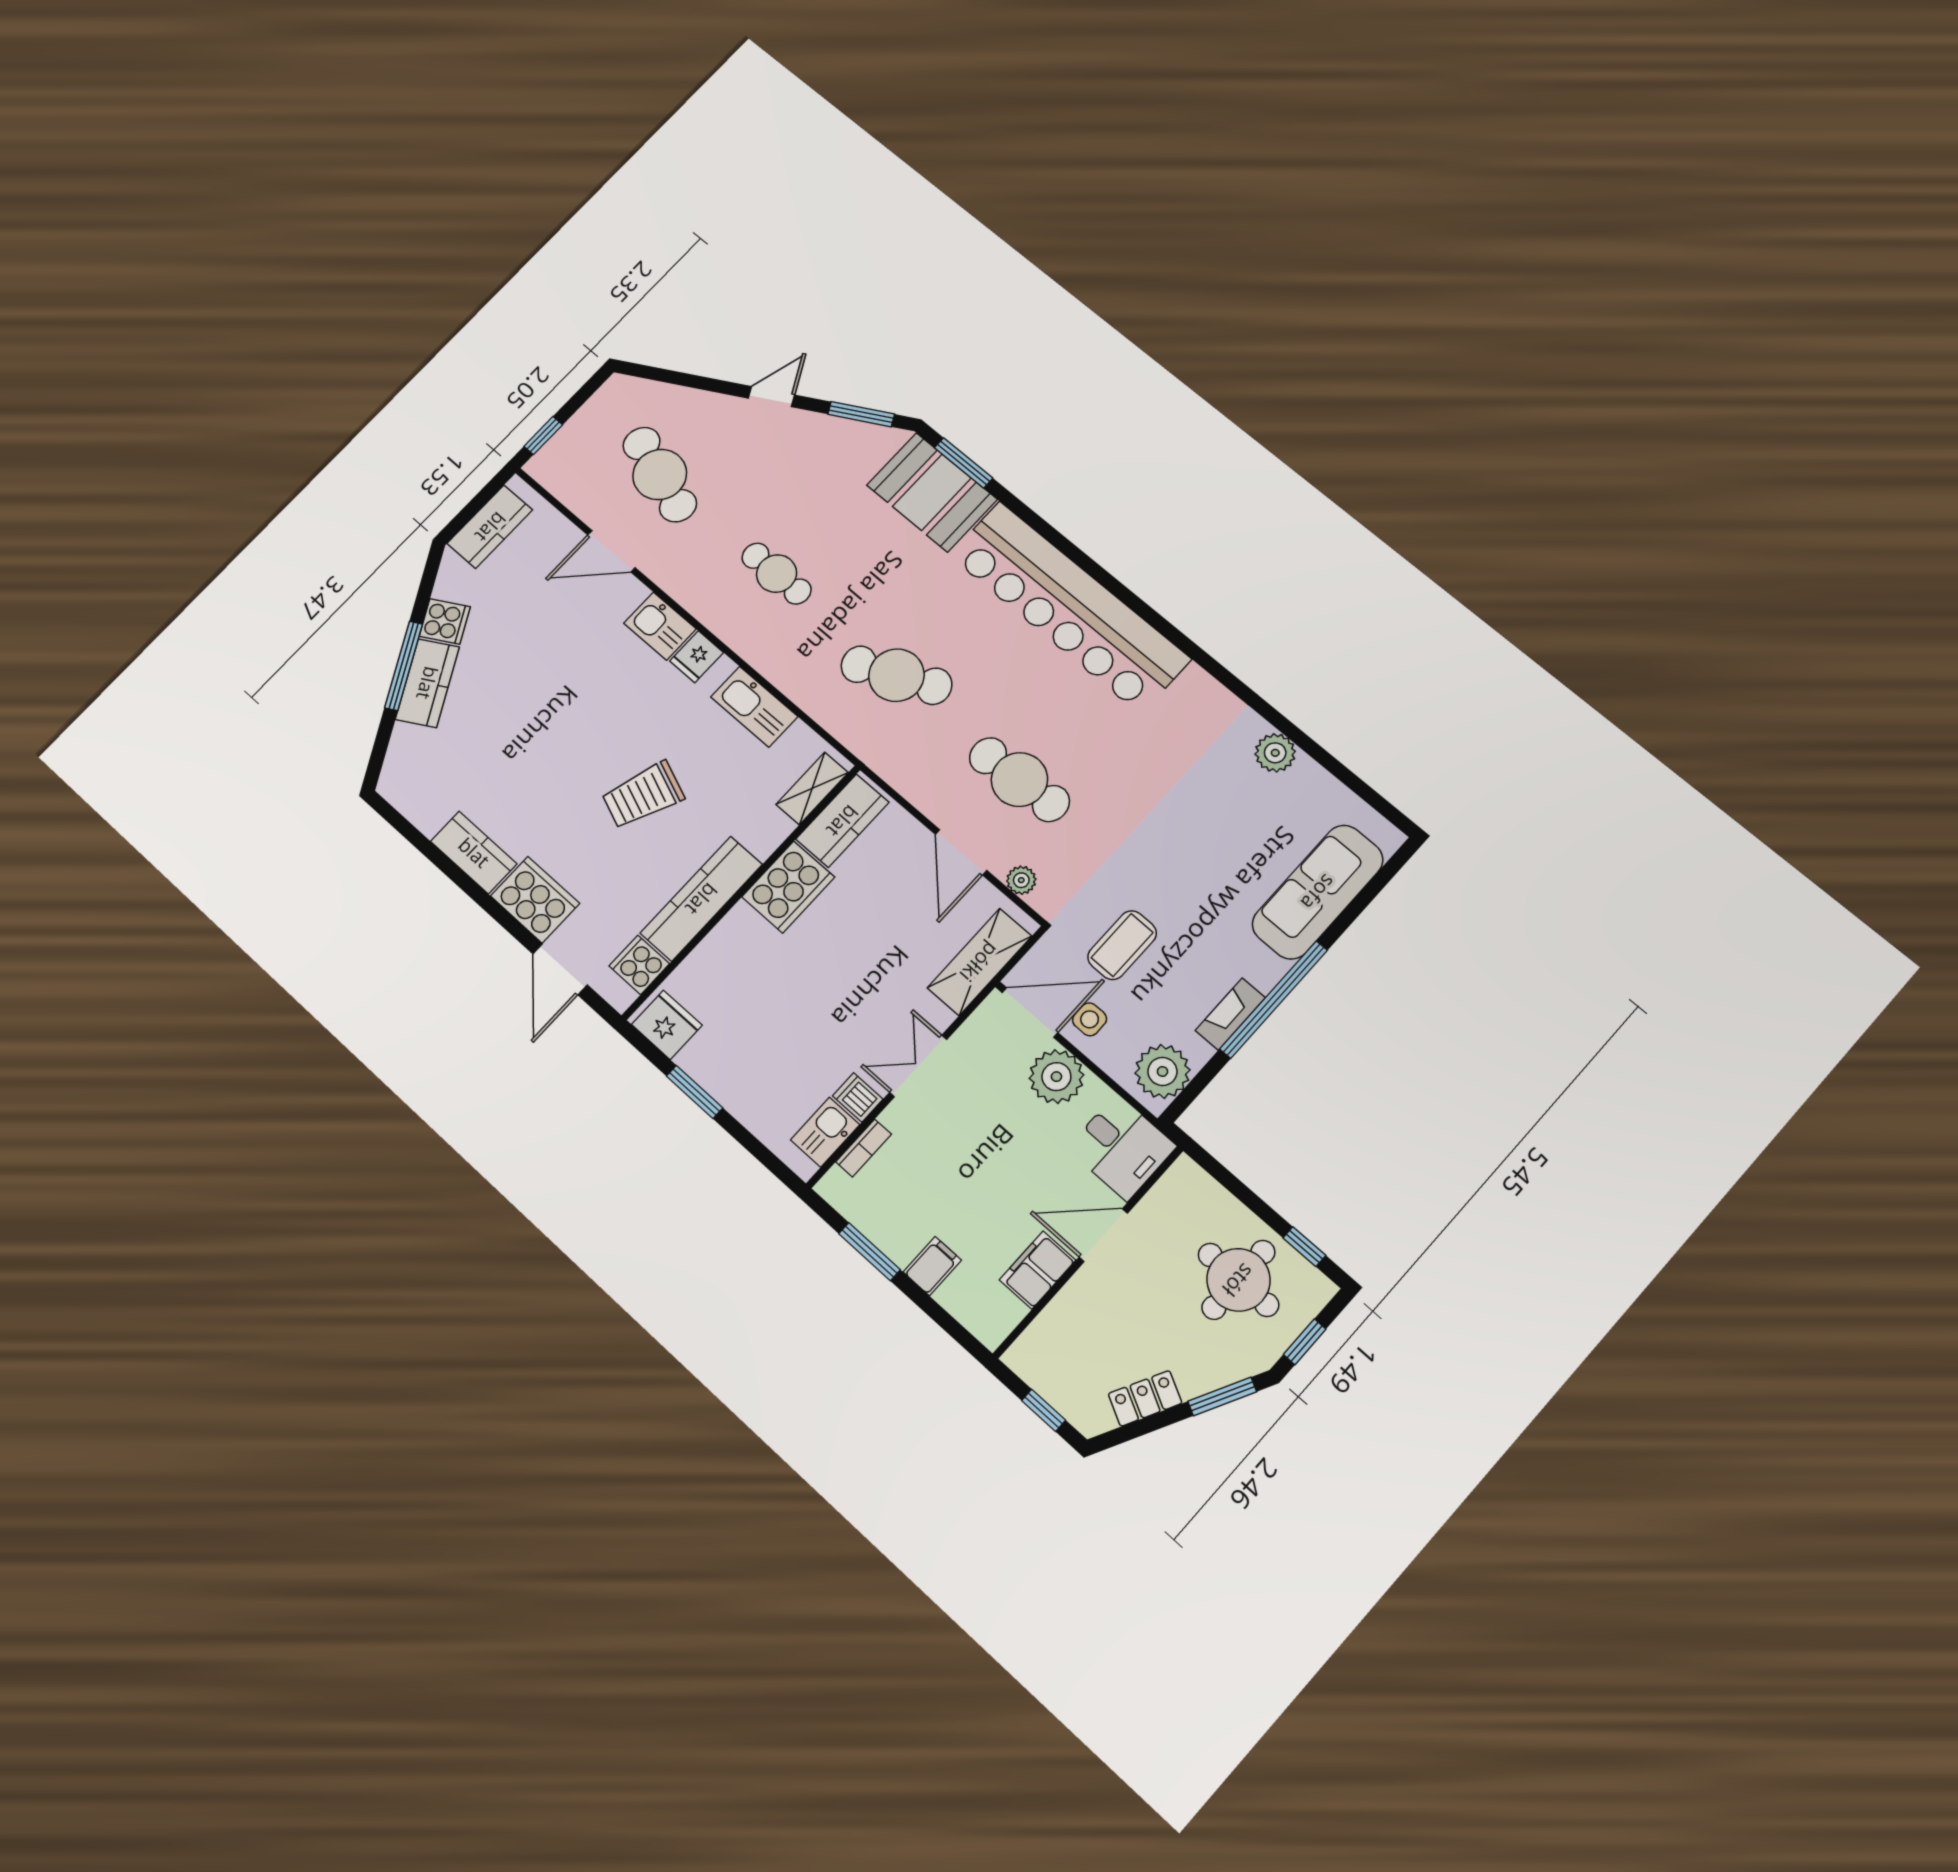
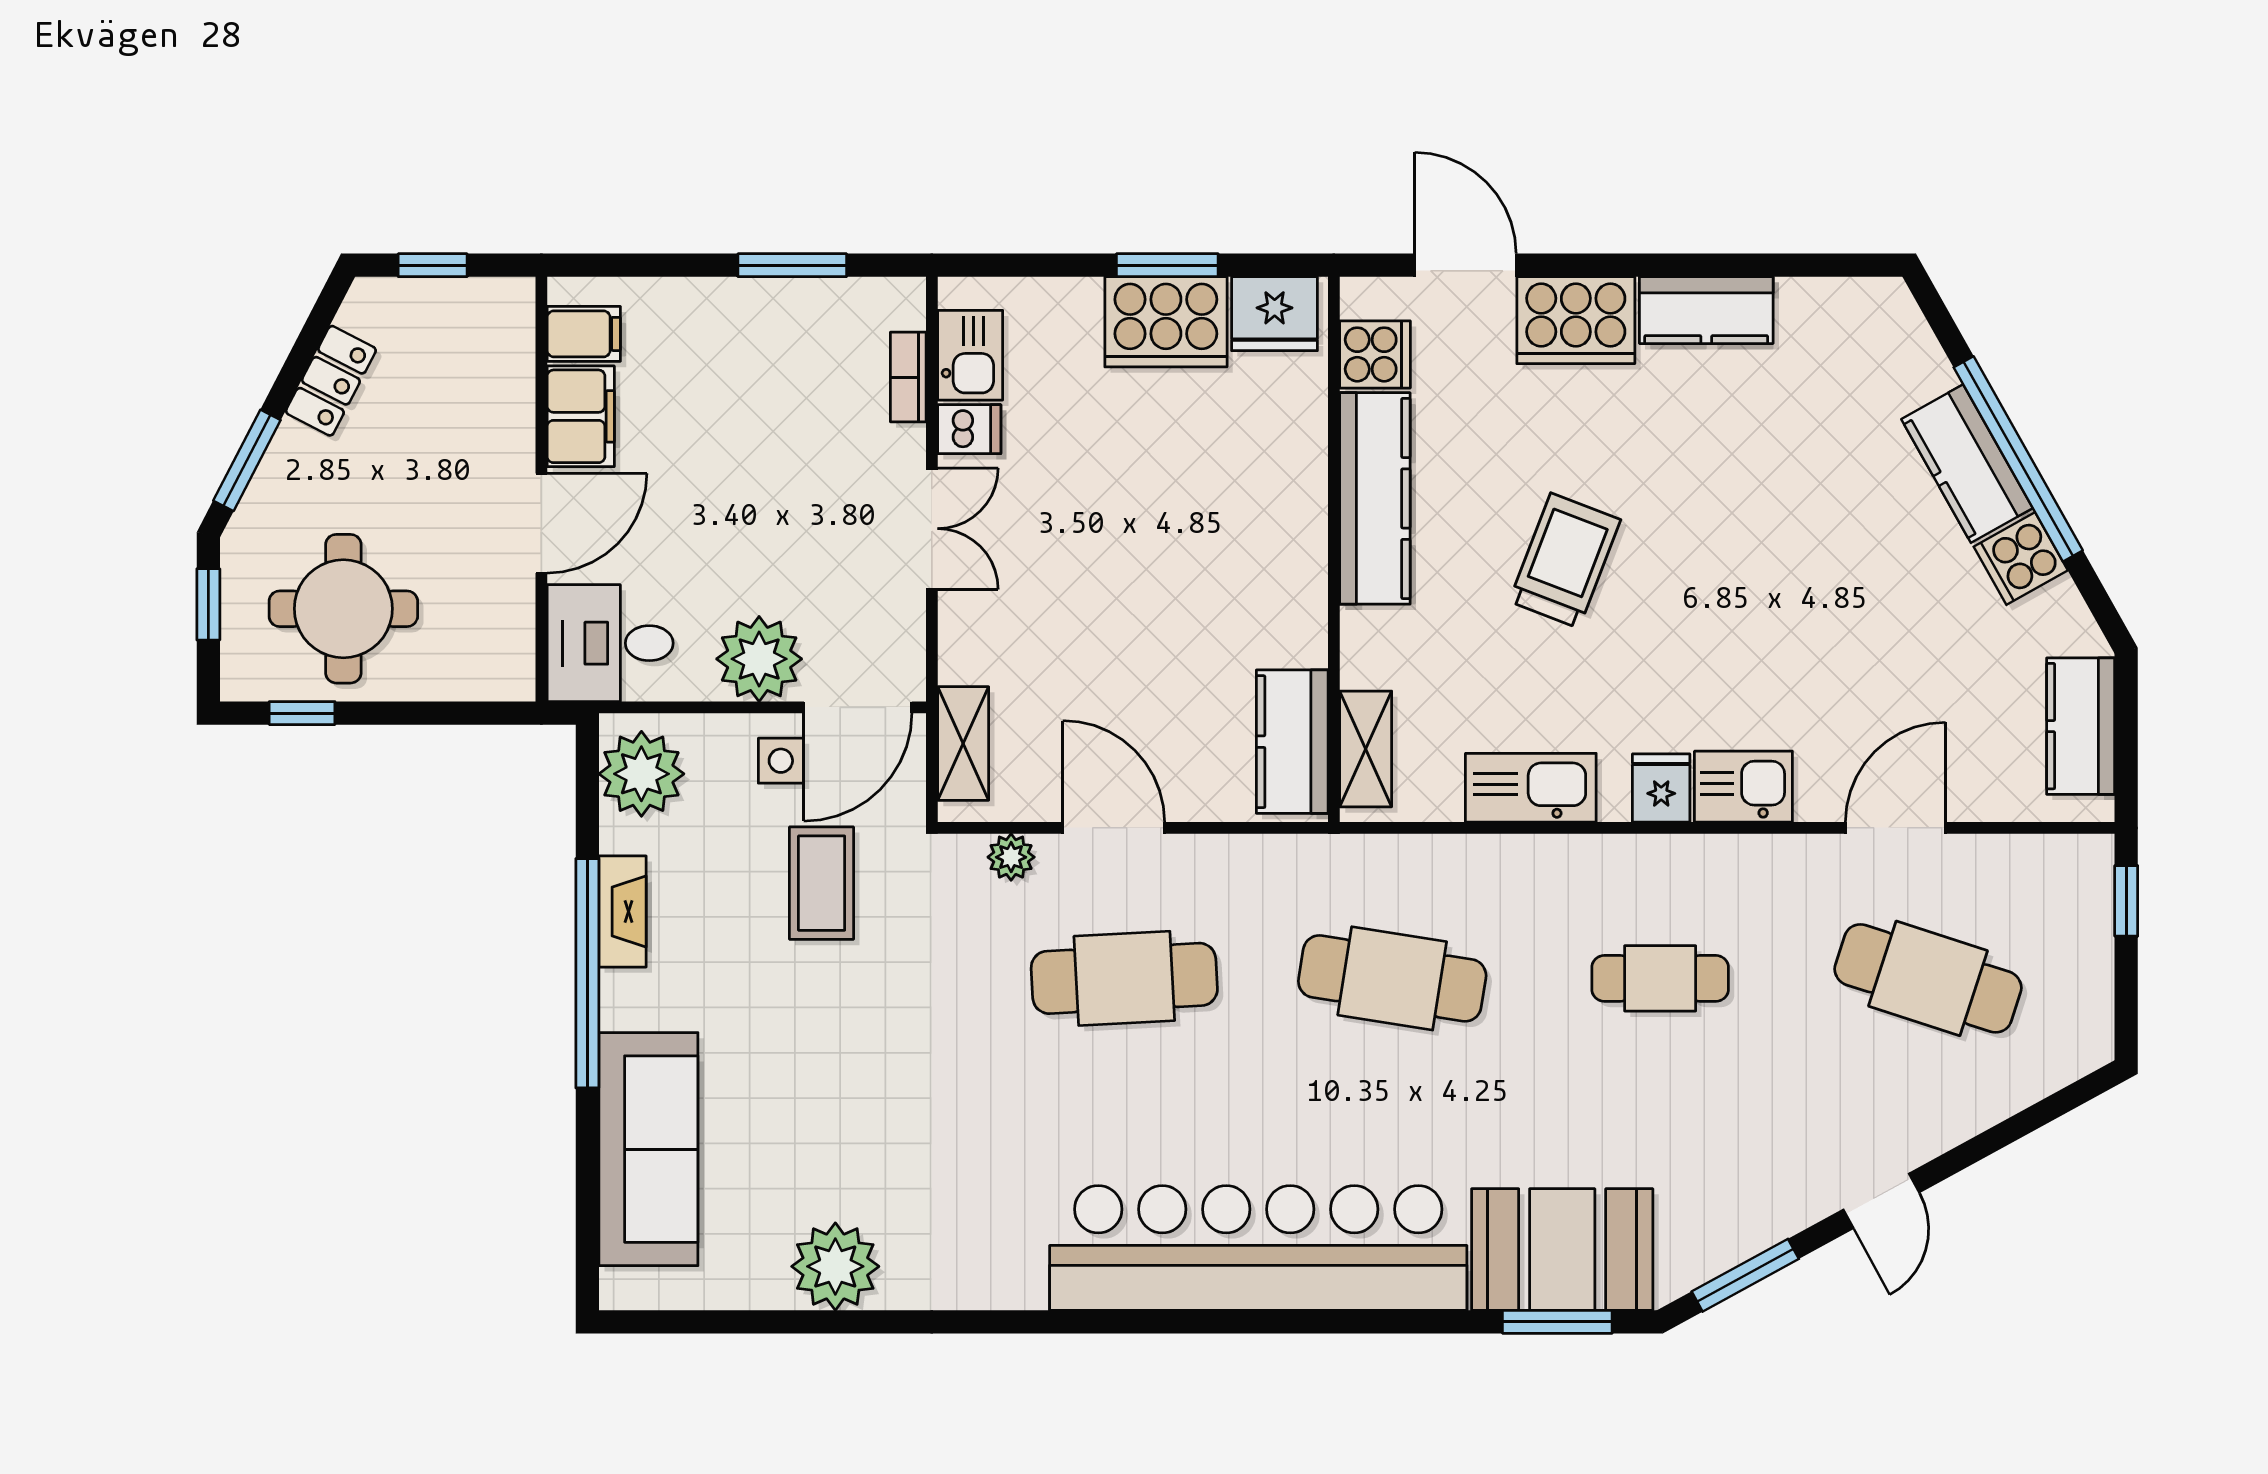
window: (404, 666) -> (2018, 459), width x1.46
cafe table: (896, 675) -> (1392, 978), turned 33
plant: (1275, 753) -> (835, 1266), width x1.36, depth x1.36
cooker: (788, 887) -> (1166, 322), moved, turned -90
shelving: (979, 962) -> (963, 744), width x0.67, depth x0.75
filing cabinet: (932, 1266) -> (584, 334), moved, turned -90

